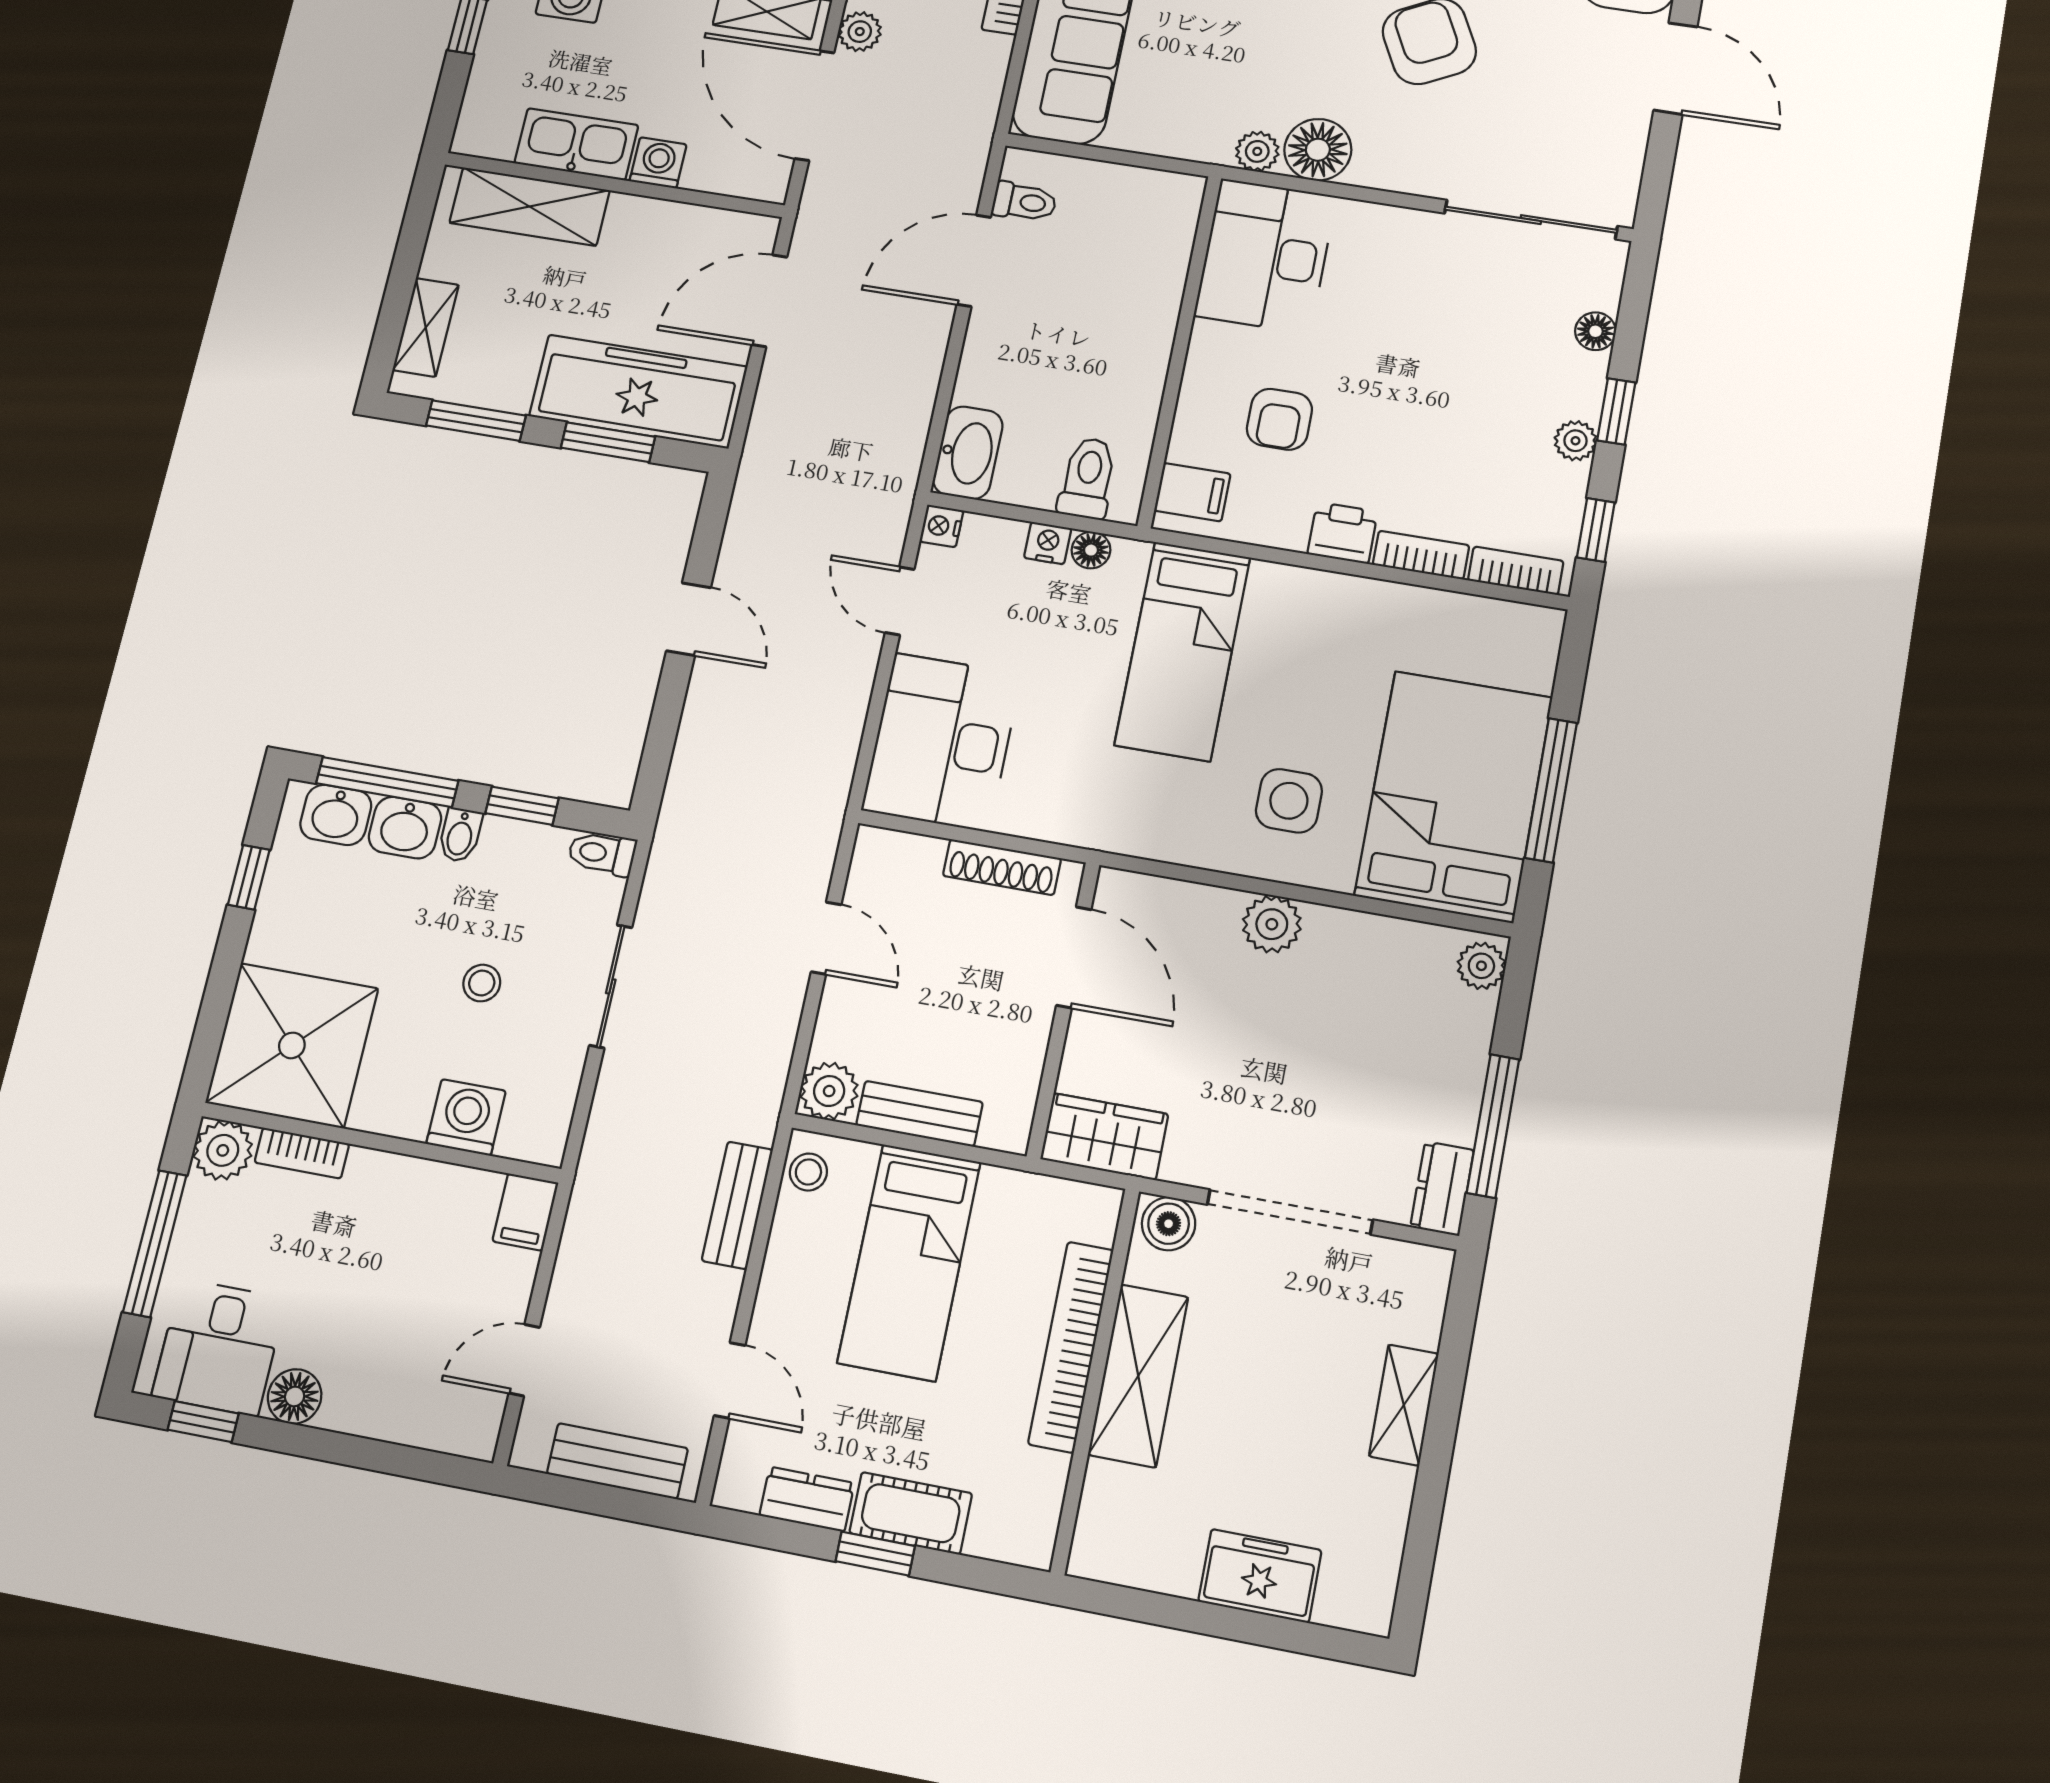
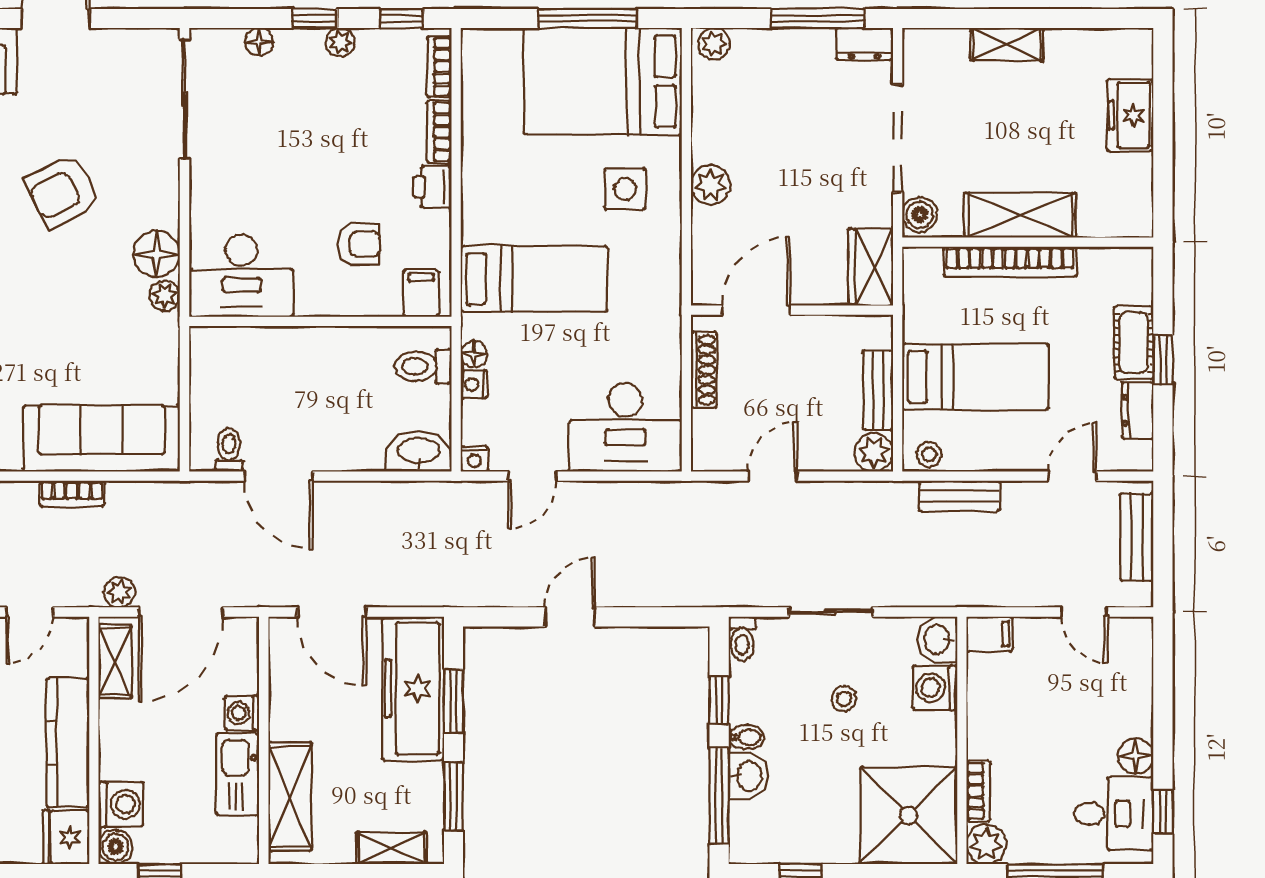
washbasin: (336, 815) -> (938, 639), moved, turned 180

